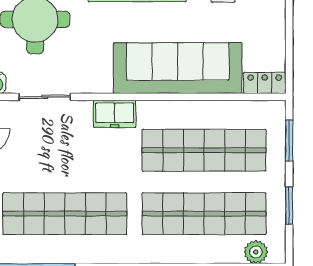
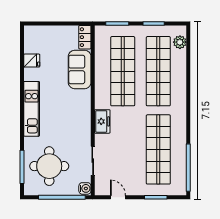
sofa: (178, 68) -> (80, 69), width x0.54, depth x0.79

